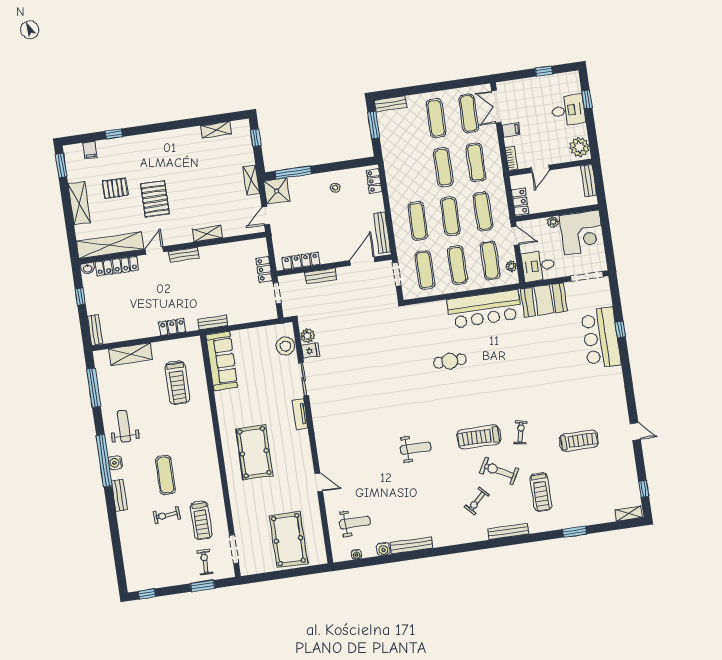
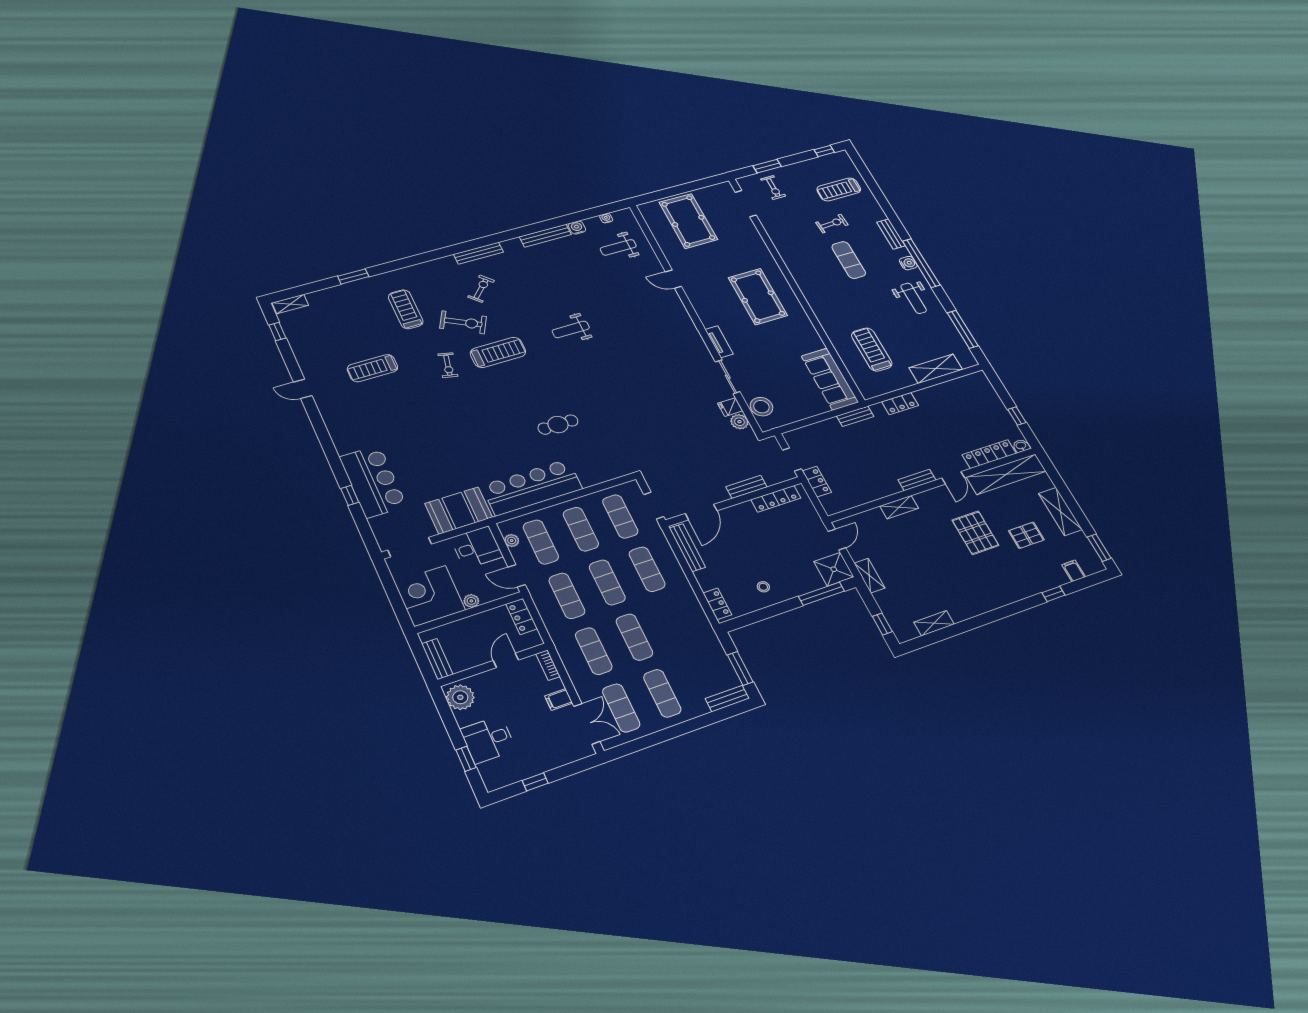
bench: (95, 330) -> (986, 386), removed
treadmill: (201, 520) -> (839, 189), moved, turned -90
bench: (508, 531) -> (479, 253), moved

